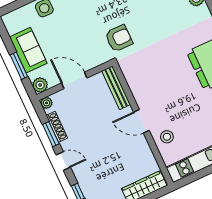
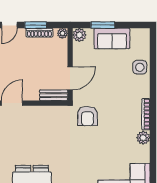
door: (74, 80) -> (70, 78), moved
bench: (116, 88) -> (54, 95), width x0.73

